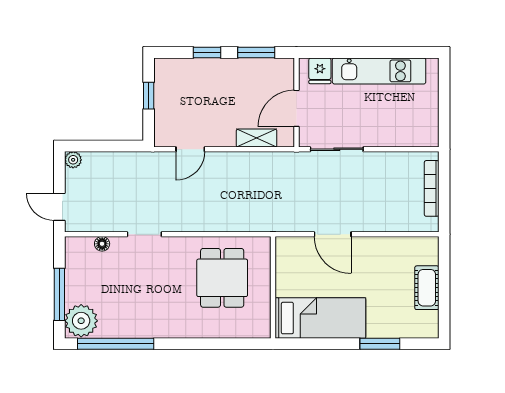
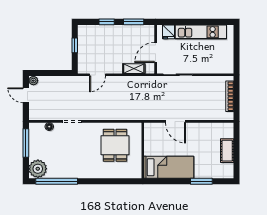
door: (59, 207) -> (26, 95), moved
window: (59, 294) -> (26, 143), moved

